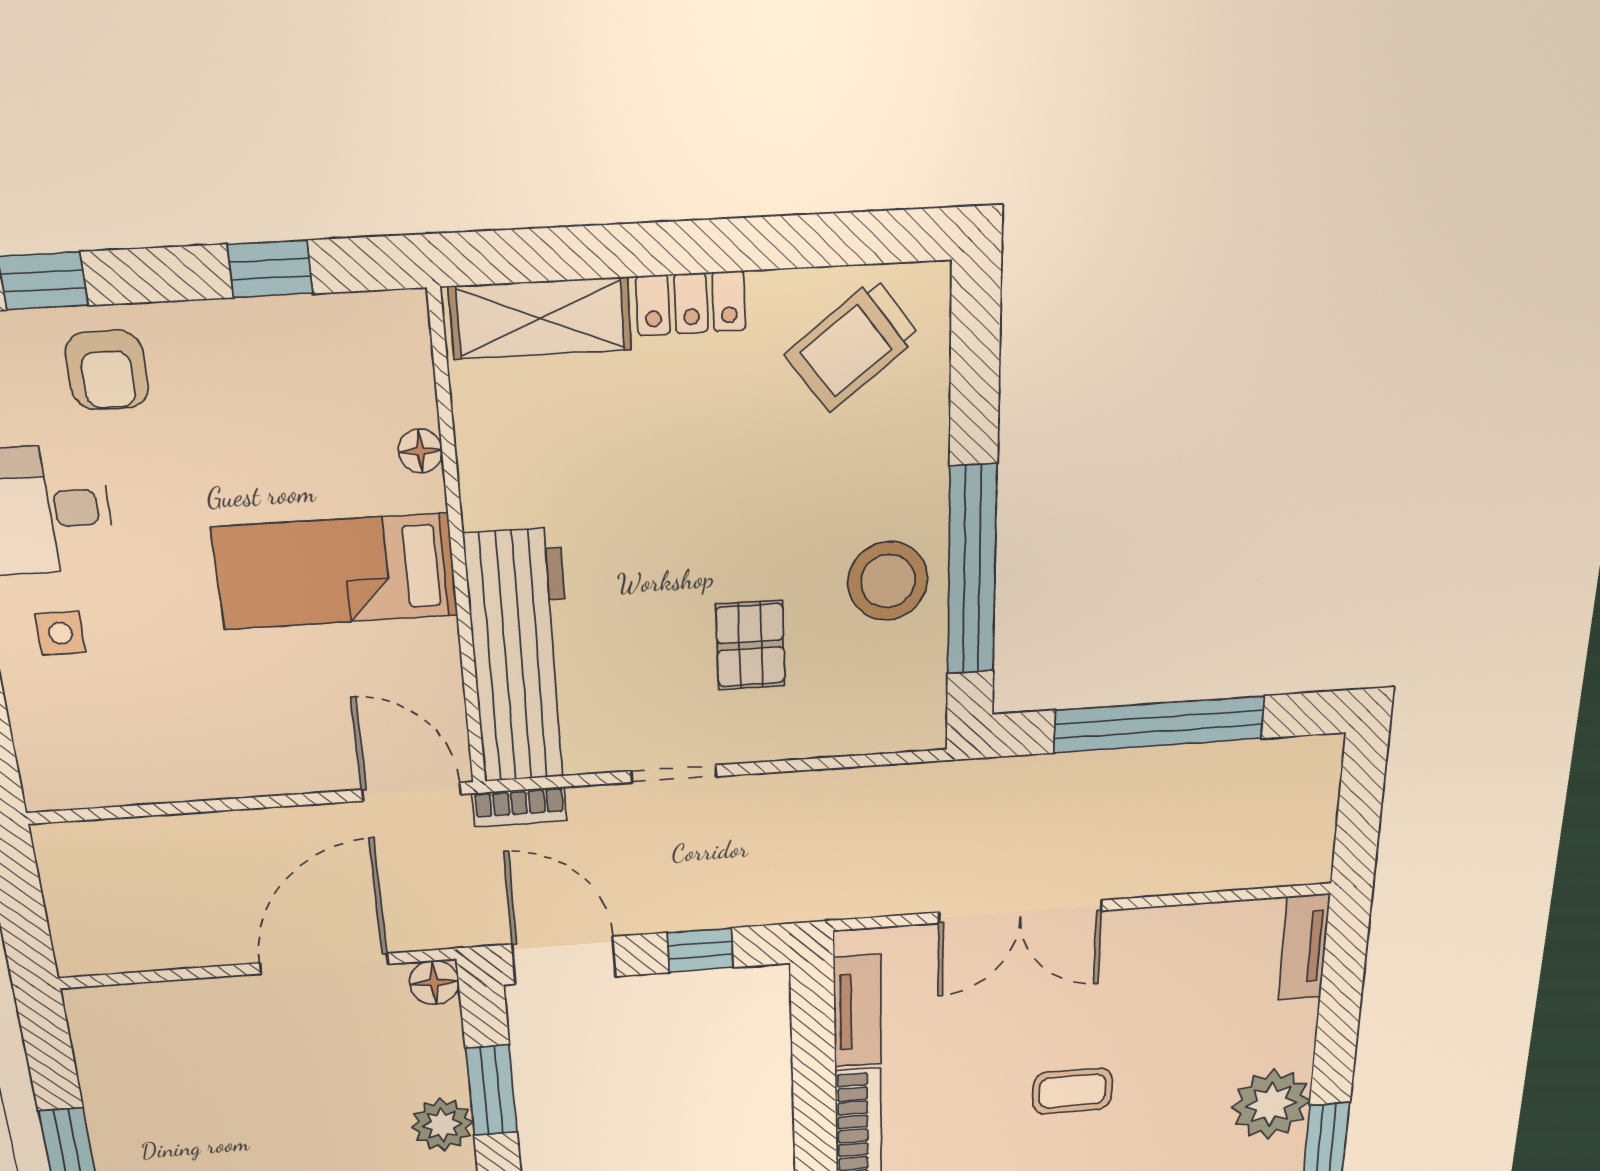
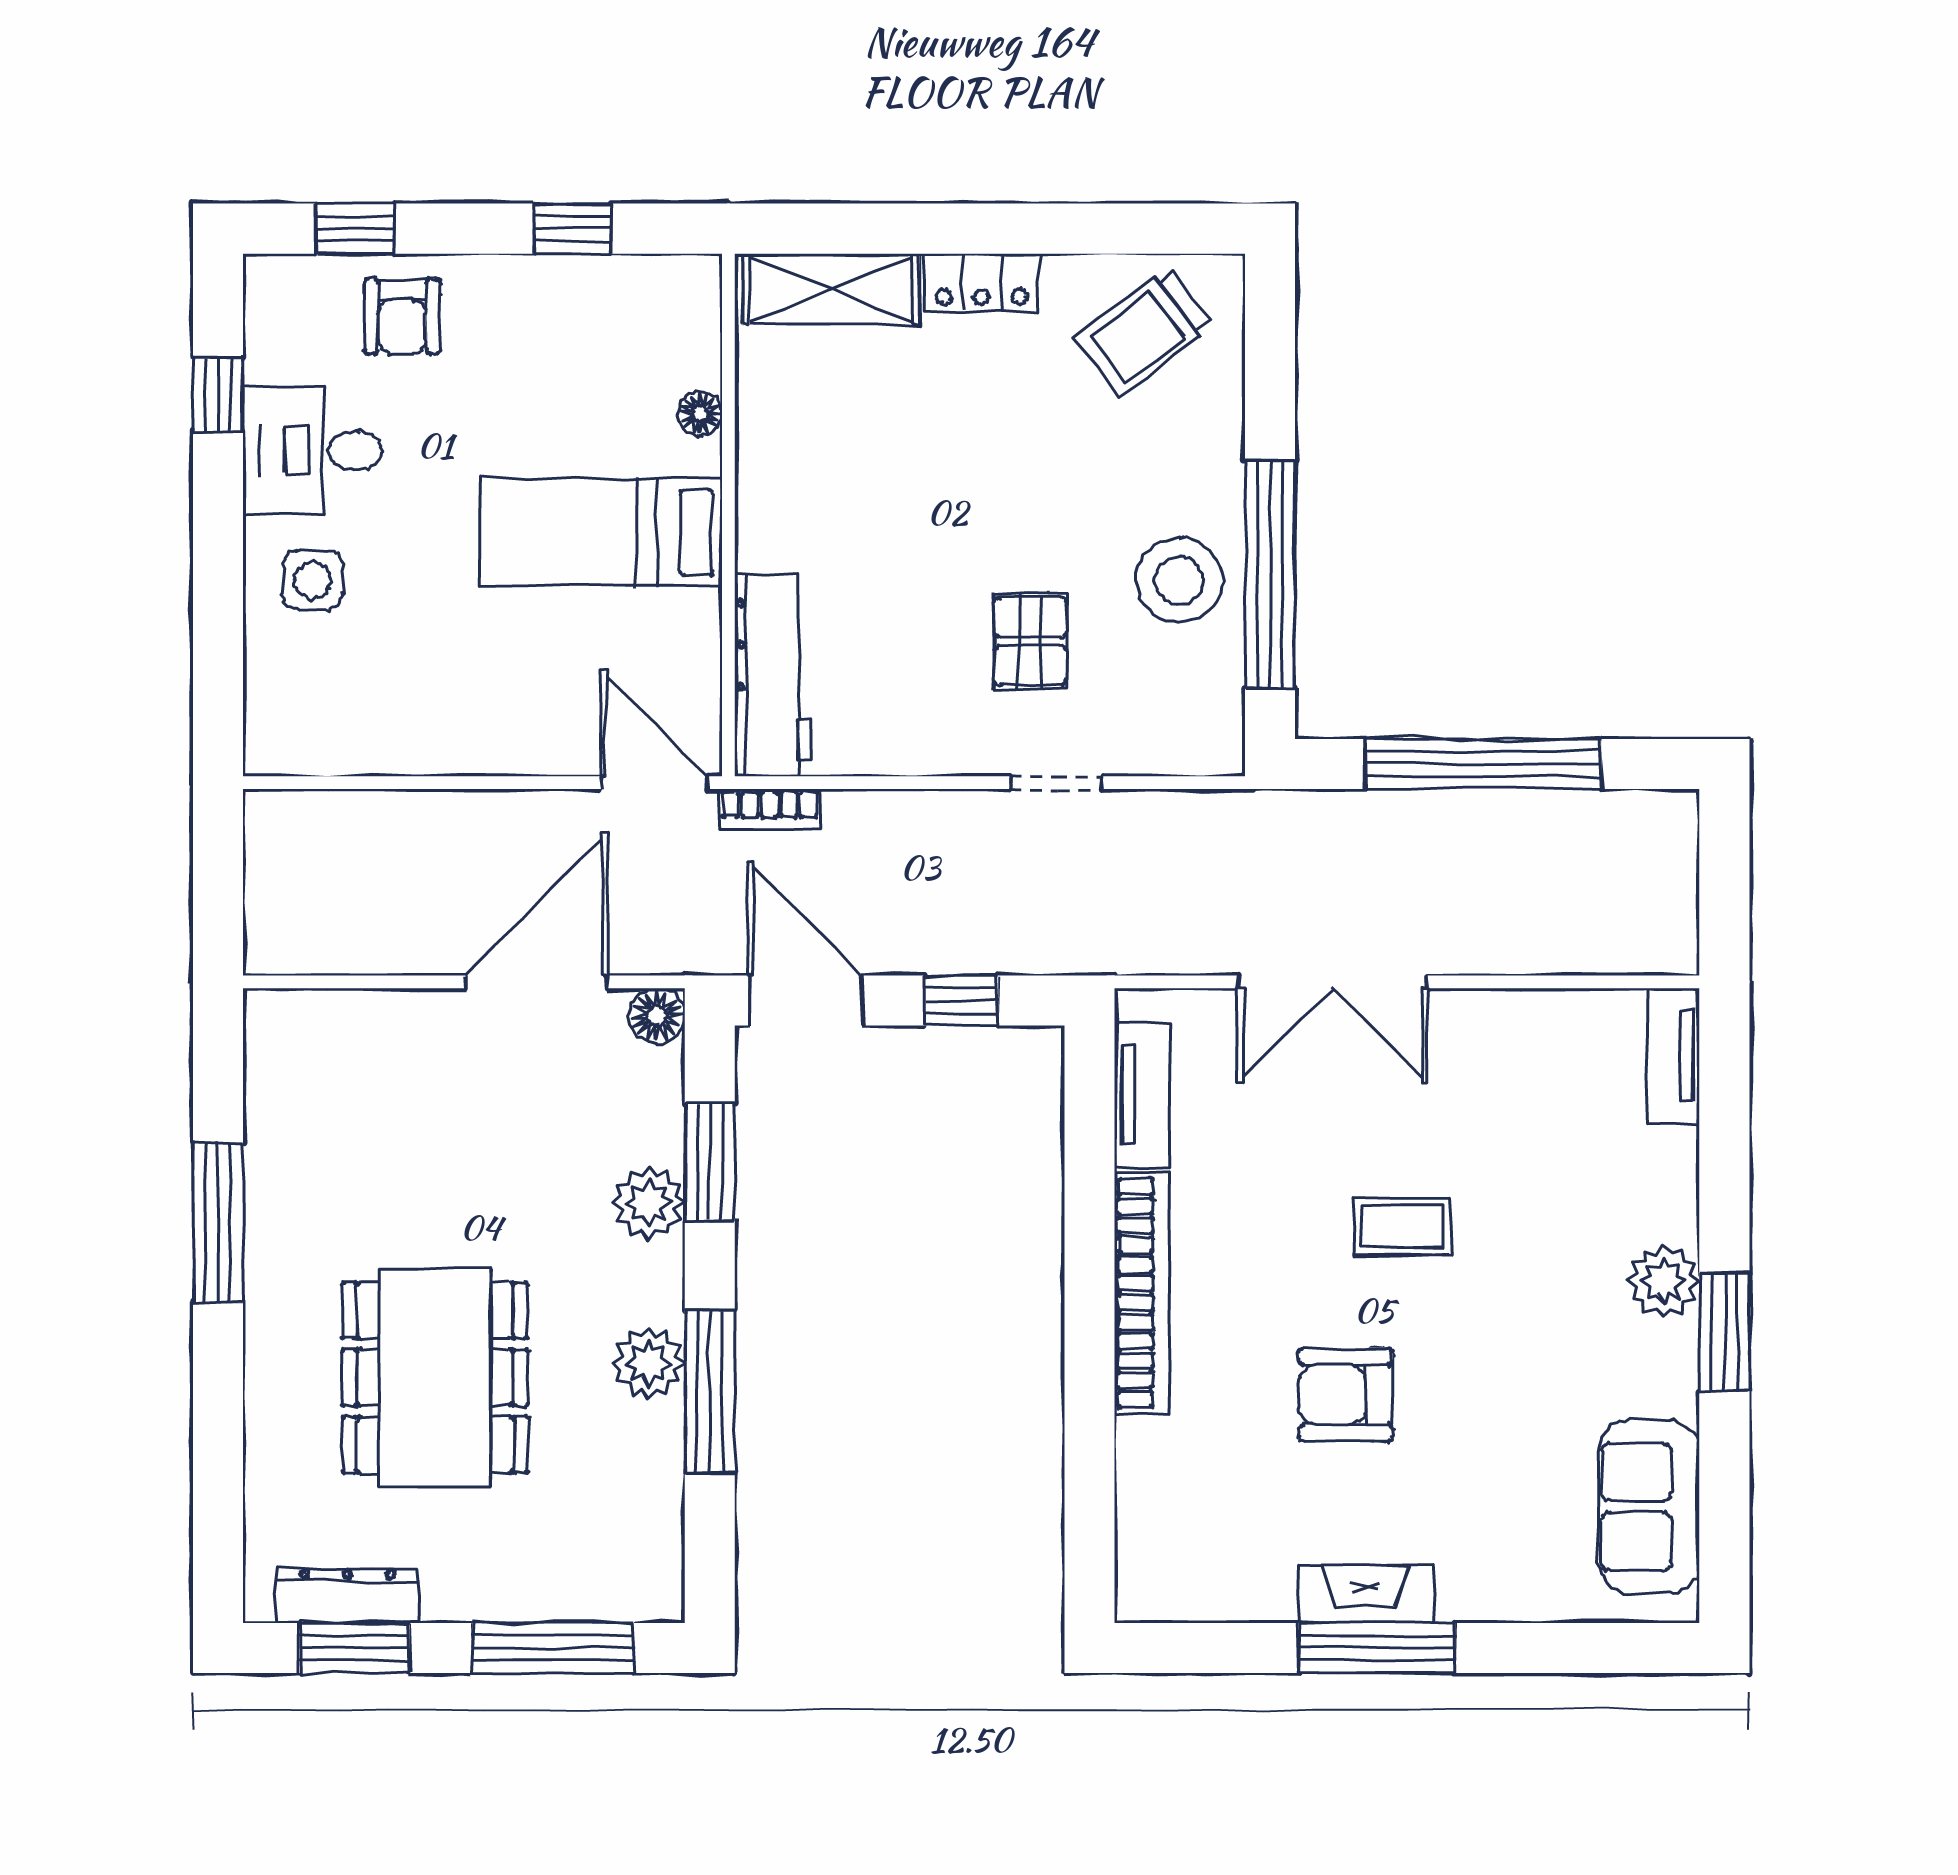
side table: (60, 633) -> (312, 580), width x1.37, depth x1.37
workbench: (521, 657) -> (773, 675), width x0.73, depth x0.76
doorway: (674, 774) -> (1056, 783), moved
plant: (1271, 1104) -> (1663, 1281), width x0.73, depth x0.73

